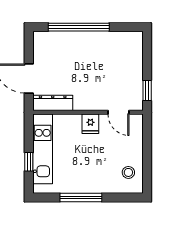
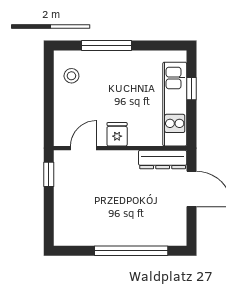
door: (119, 112) -> (83, 148), hinge flipped
window: (81, 198) -> (106, 46), moved

